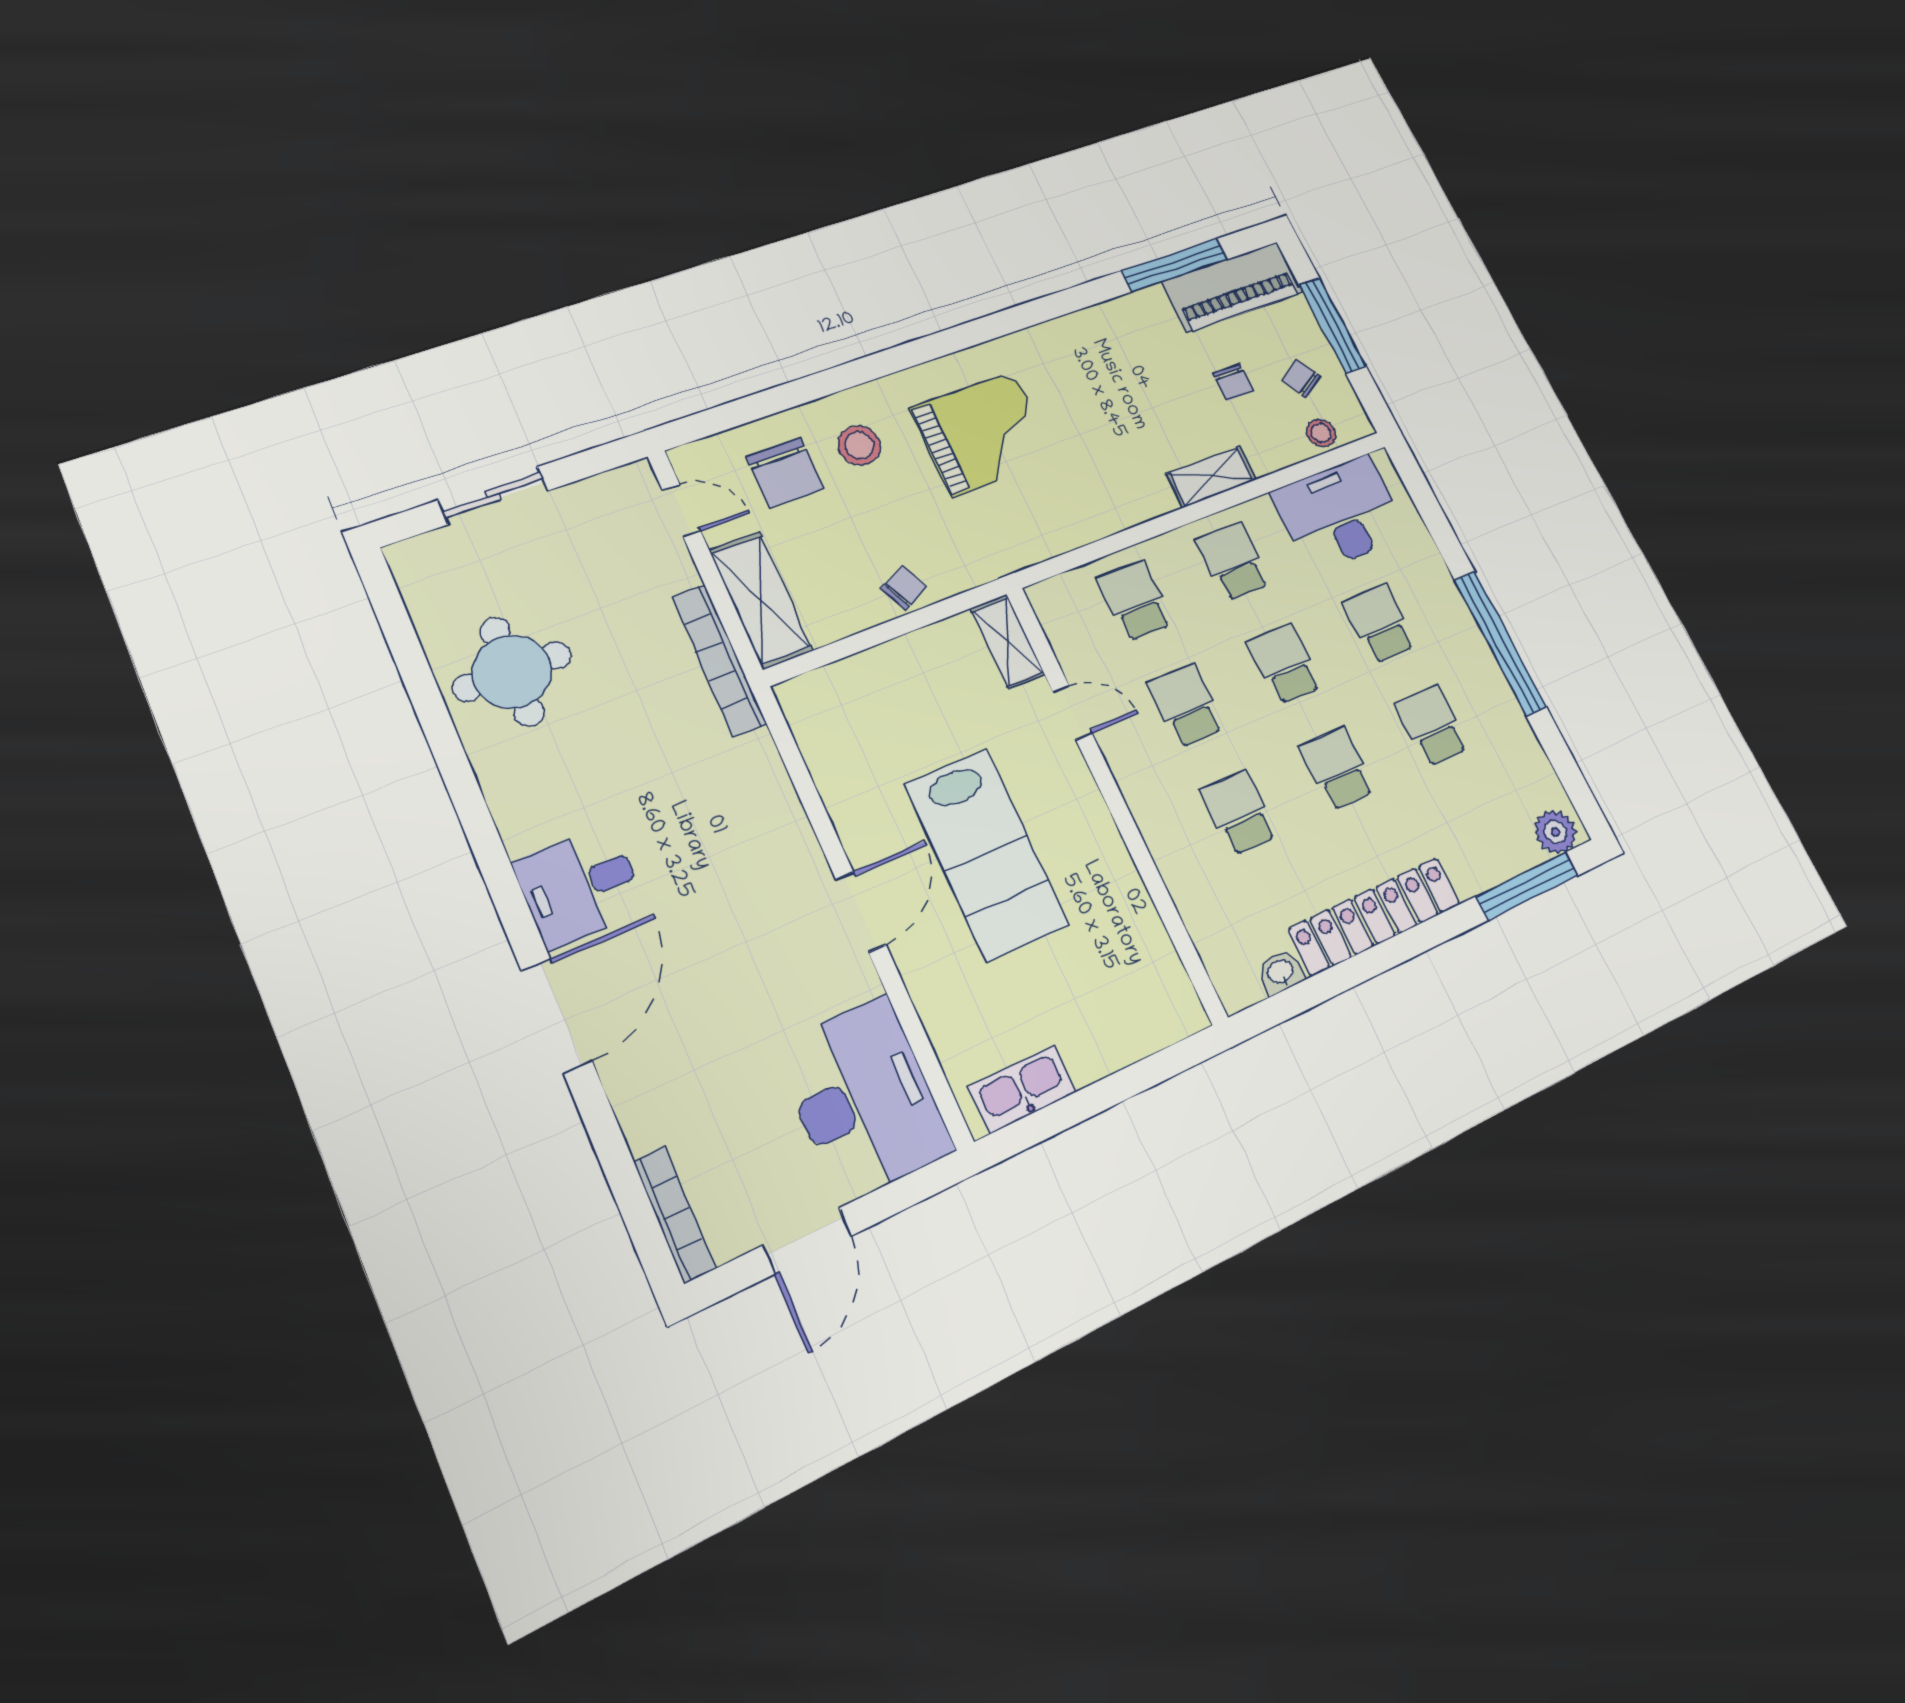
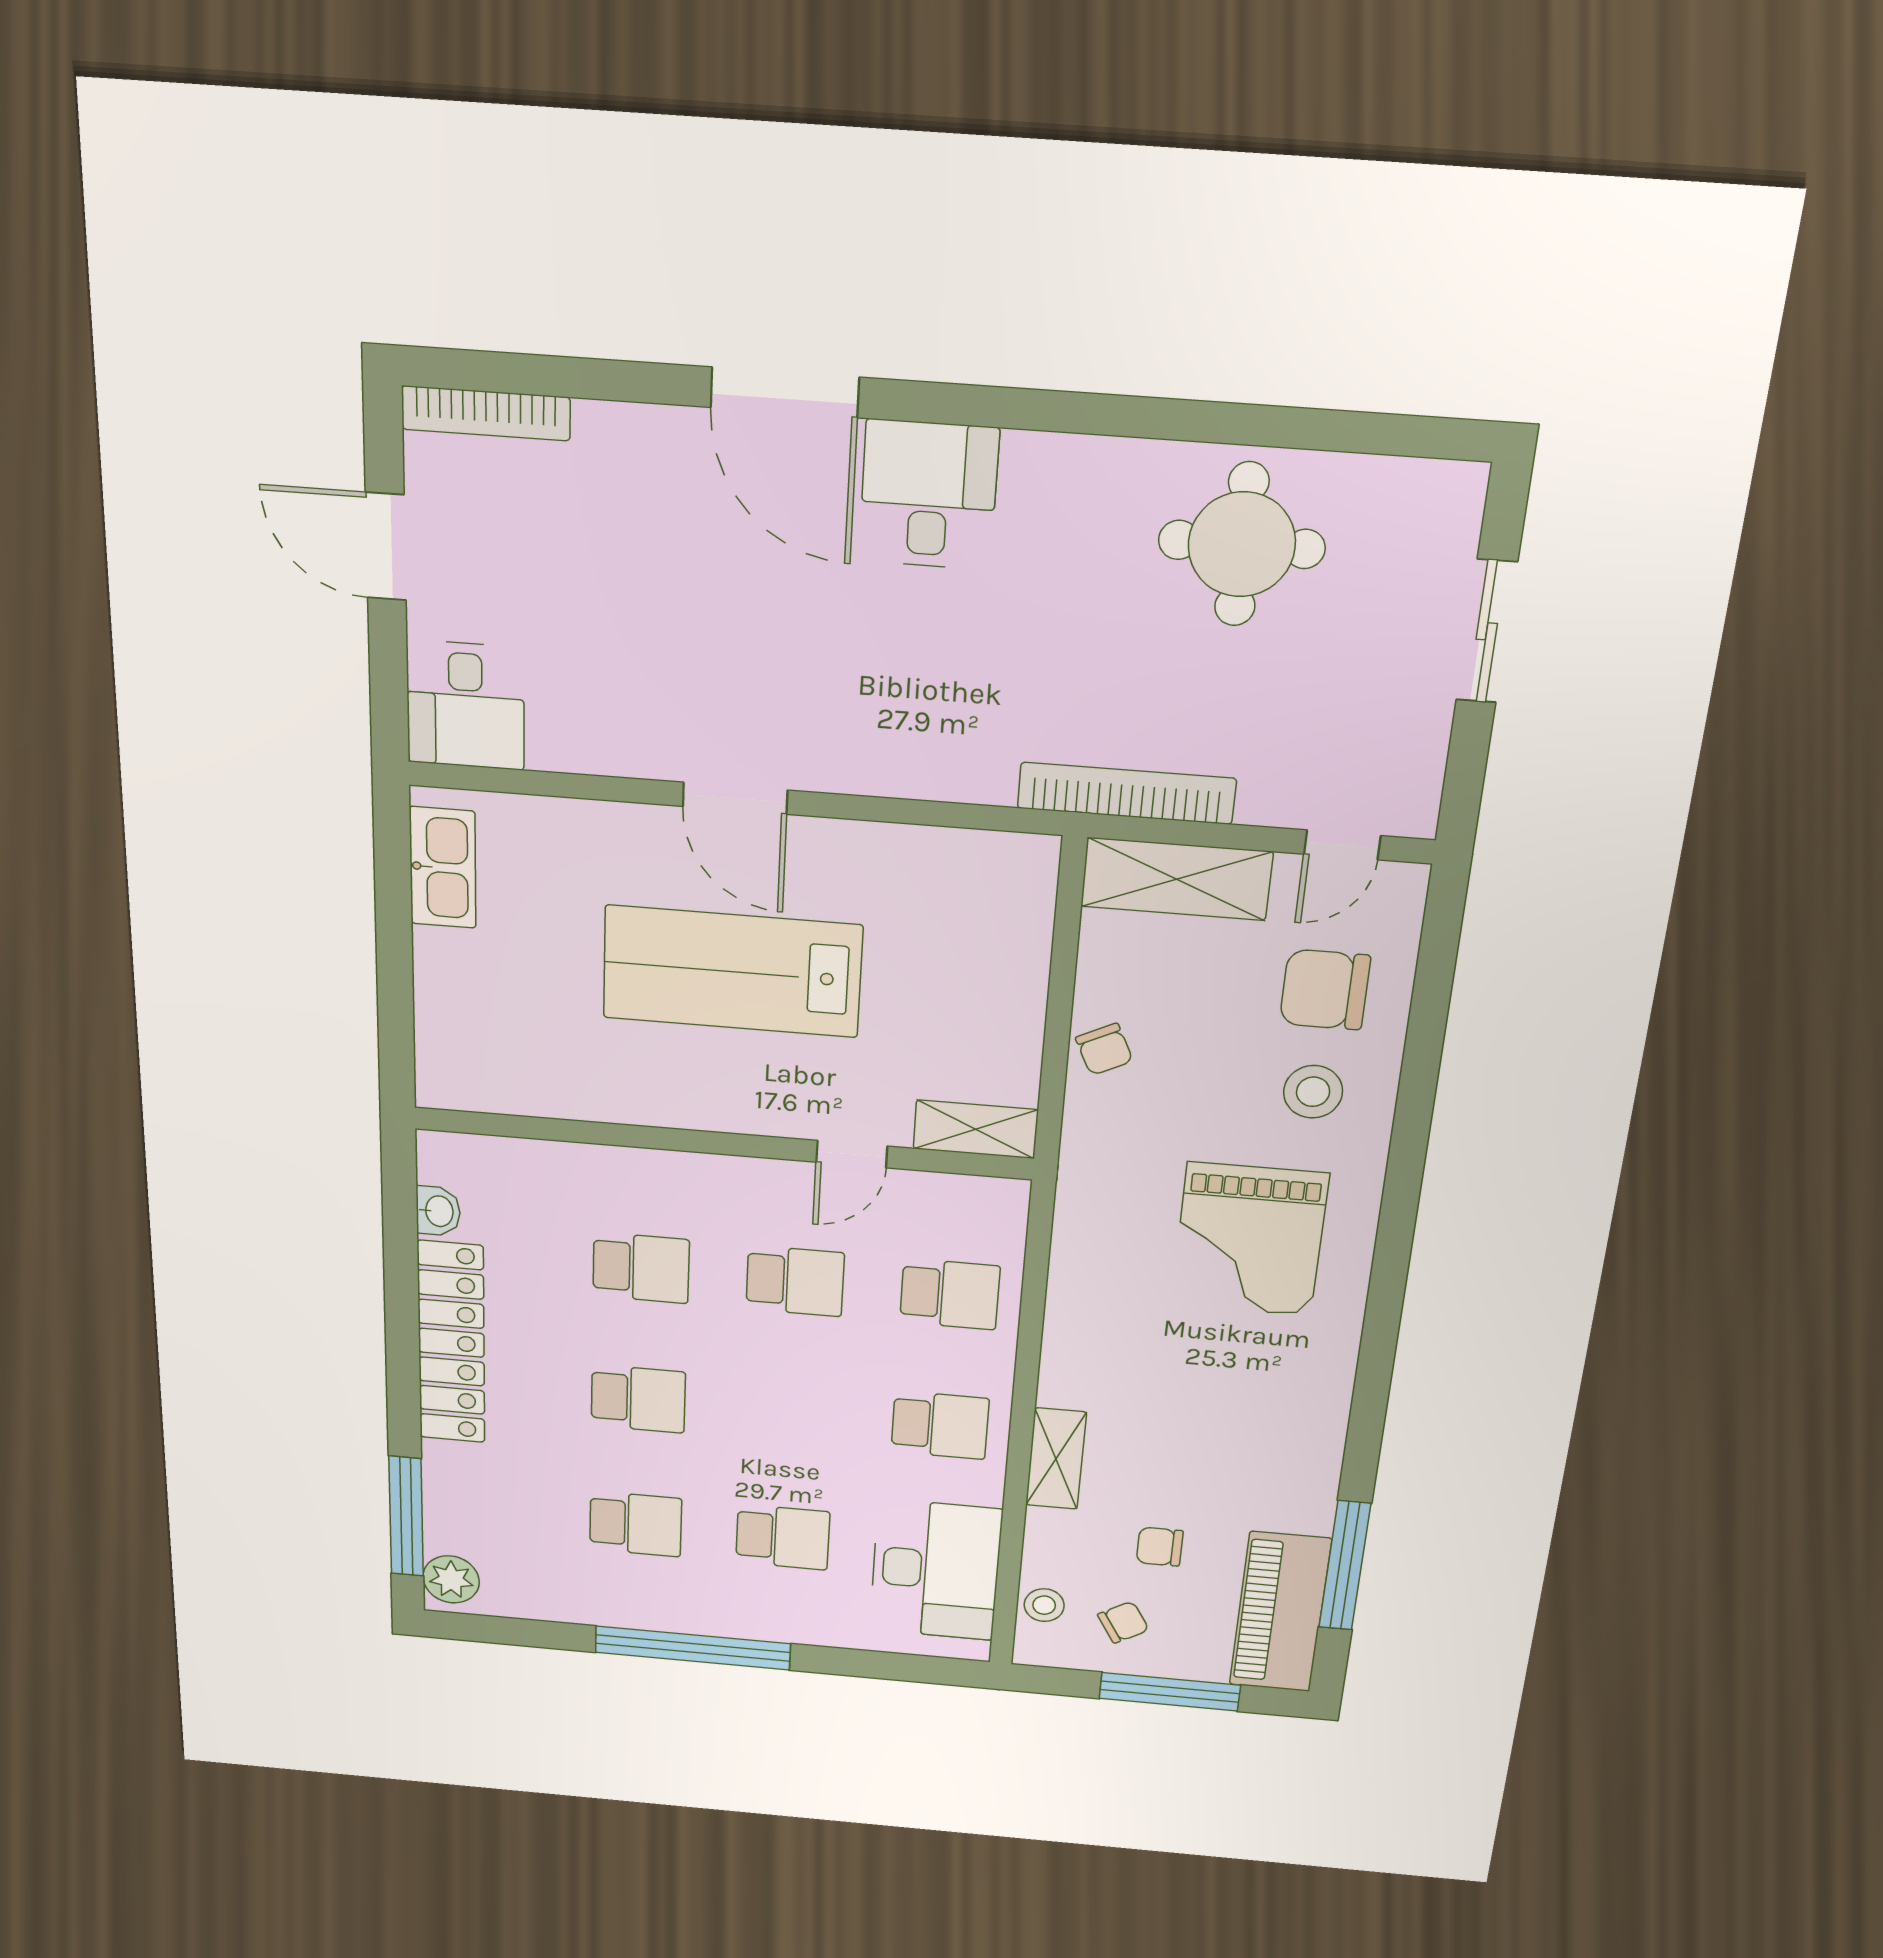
school desk: (1285, 664) -> (789, 1412), removed
desk: (864, 1099) -> (465, 705), width x0.53, depth x0.77

